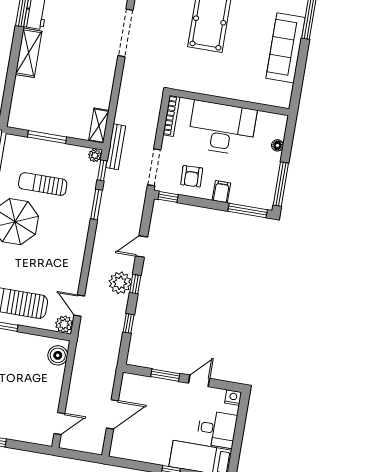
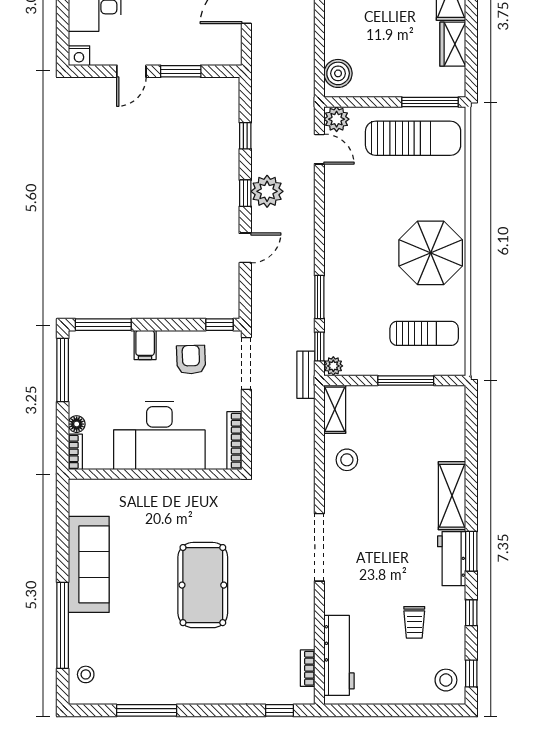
stool: (96, 90) -> (347, 460), added
bookcase: (282, 126) -> (75, 452), added
bench: (116, 147) -> (306, 375), width x0.73
sun lounger: (43, 184) -> (424, 333), moved

